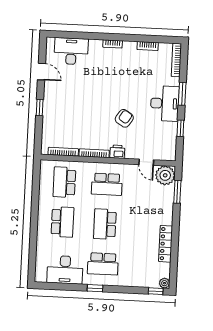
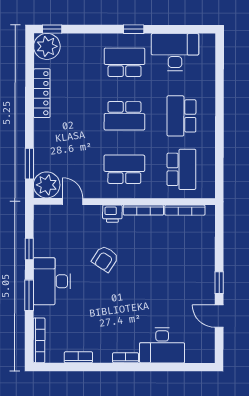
desk: (71, 51) -> (162, 345), moved
window: (40, 107) -> (219, 283), moved
school desk: (105, 224) -> (124, 116), turned 90
plant: (164, 283) -> (47, 46), width x1.88, depth x1.88

